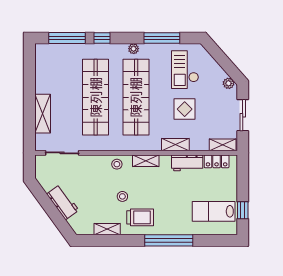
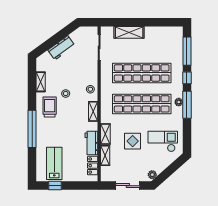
window: (162, 38) -> (187, 105), moved
shelving: (223, 145) -> (105, 155), moved
trolley: (140, 217) -> (50, 107), turned 180

